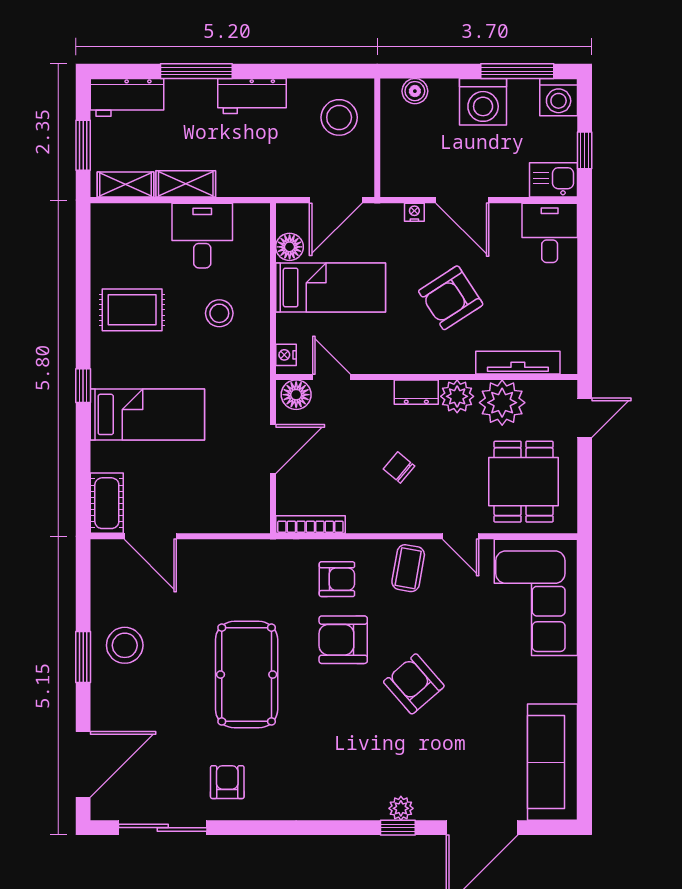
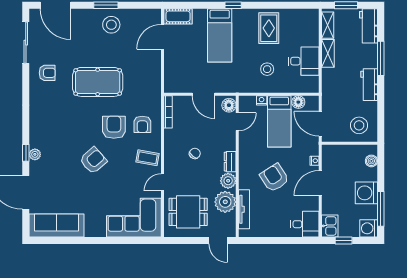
nightstand: (286, 355) -> (262, 100), moved

